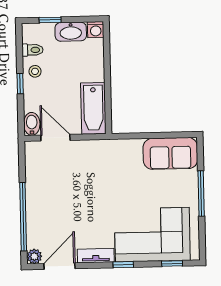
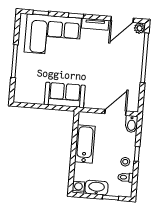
bathtub: (93, 108) -> (85, 144), moved
door: (55, 138) -> (115, 112), swing flipped
sofa: (170, 153) -> (65, 95), moved

